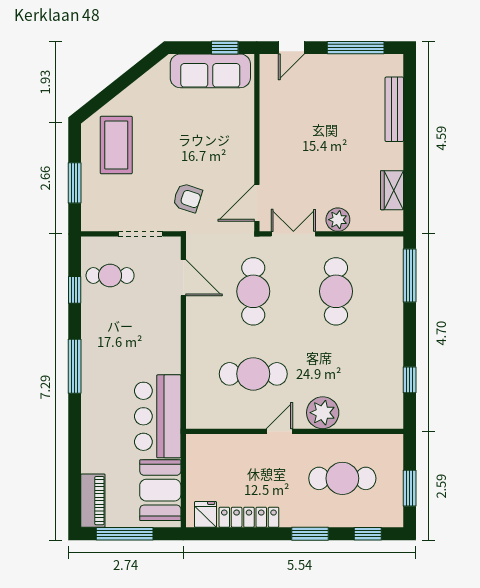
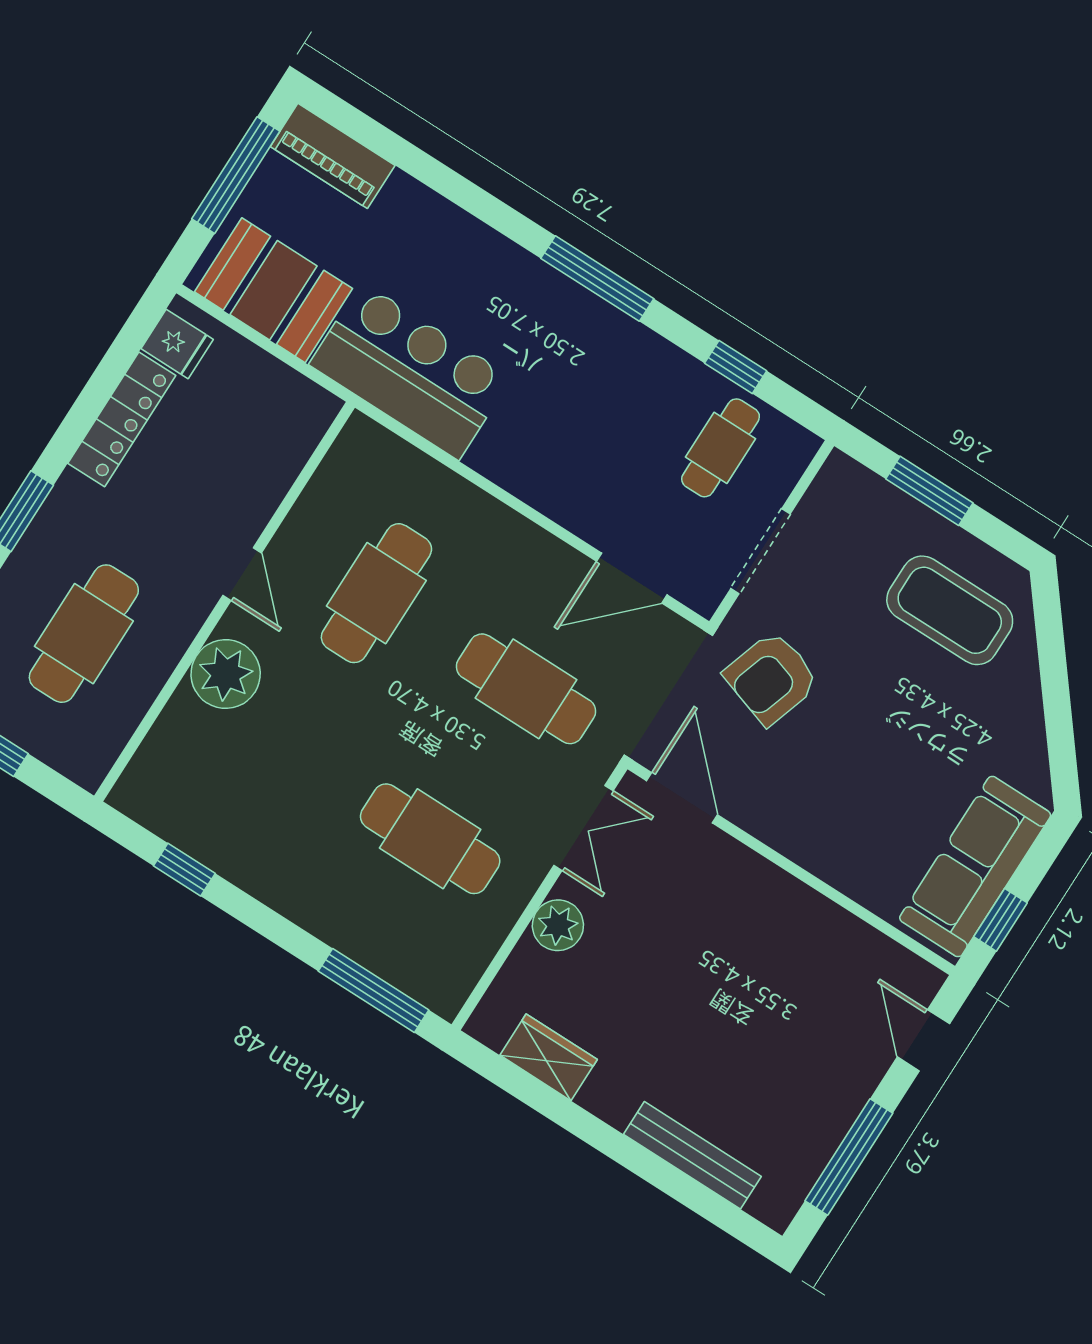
armchair: (187, 198) -> (771, 678), width x1.38, depth x1.38

